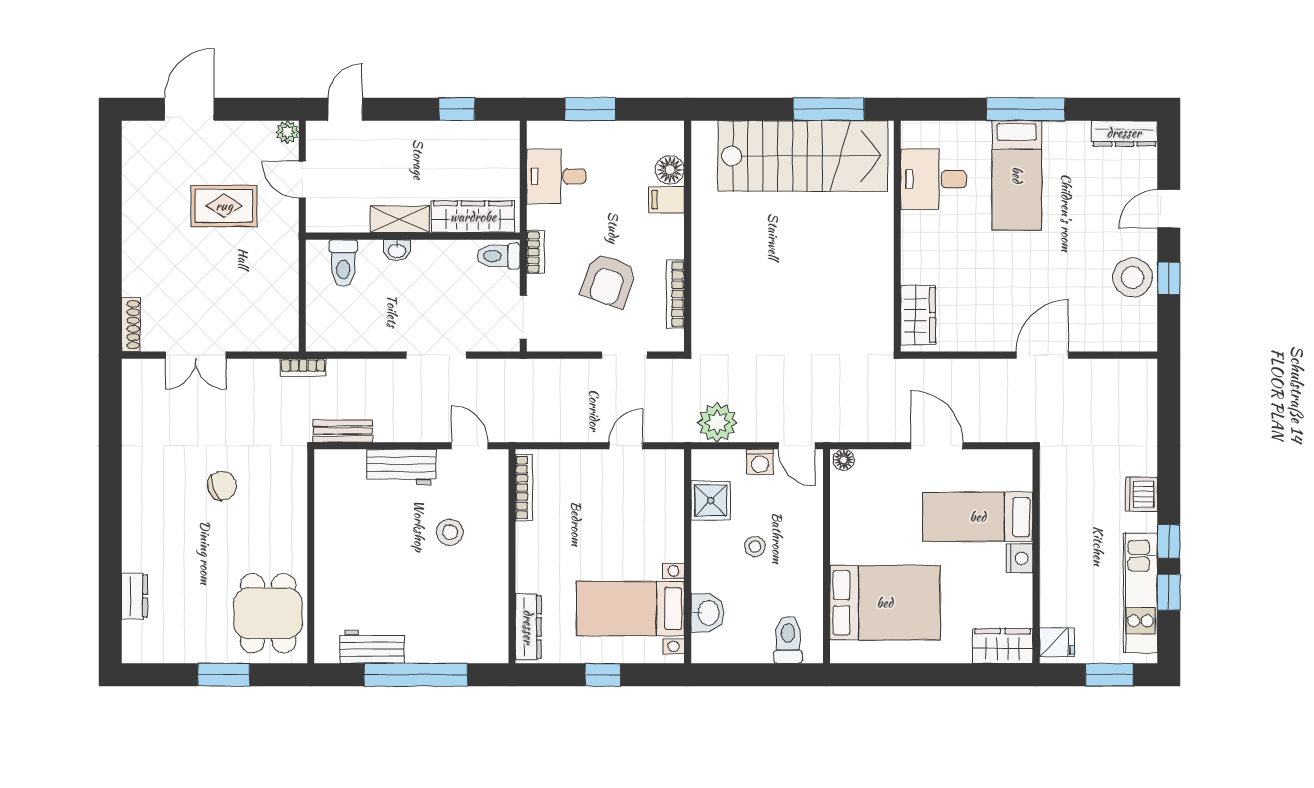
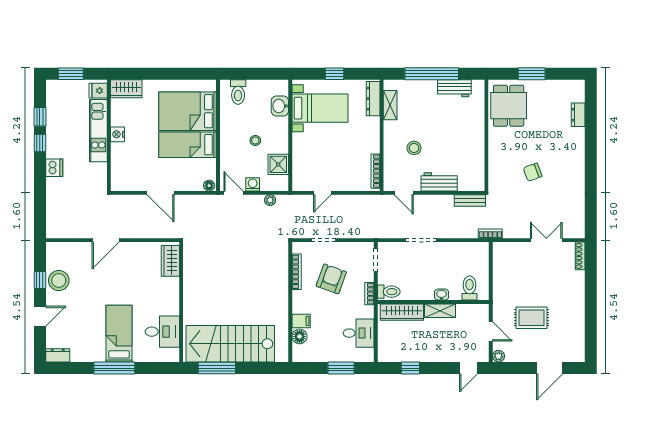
dresser: (1124, 133) -> (58, 355), width x0.70
plant: (717, 423) -> (270, 200), width x0.53, depth x0.53
bed: (978, 517) -> (188, 145), moved, turned 180
kitchen unit: (1140, 593) -> (98, 131), moved, turned 180
shelving: (496, 614) -> (390, 105), added

